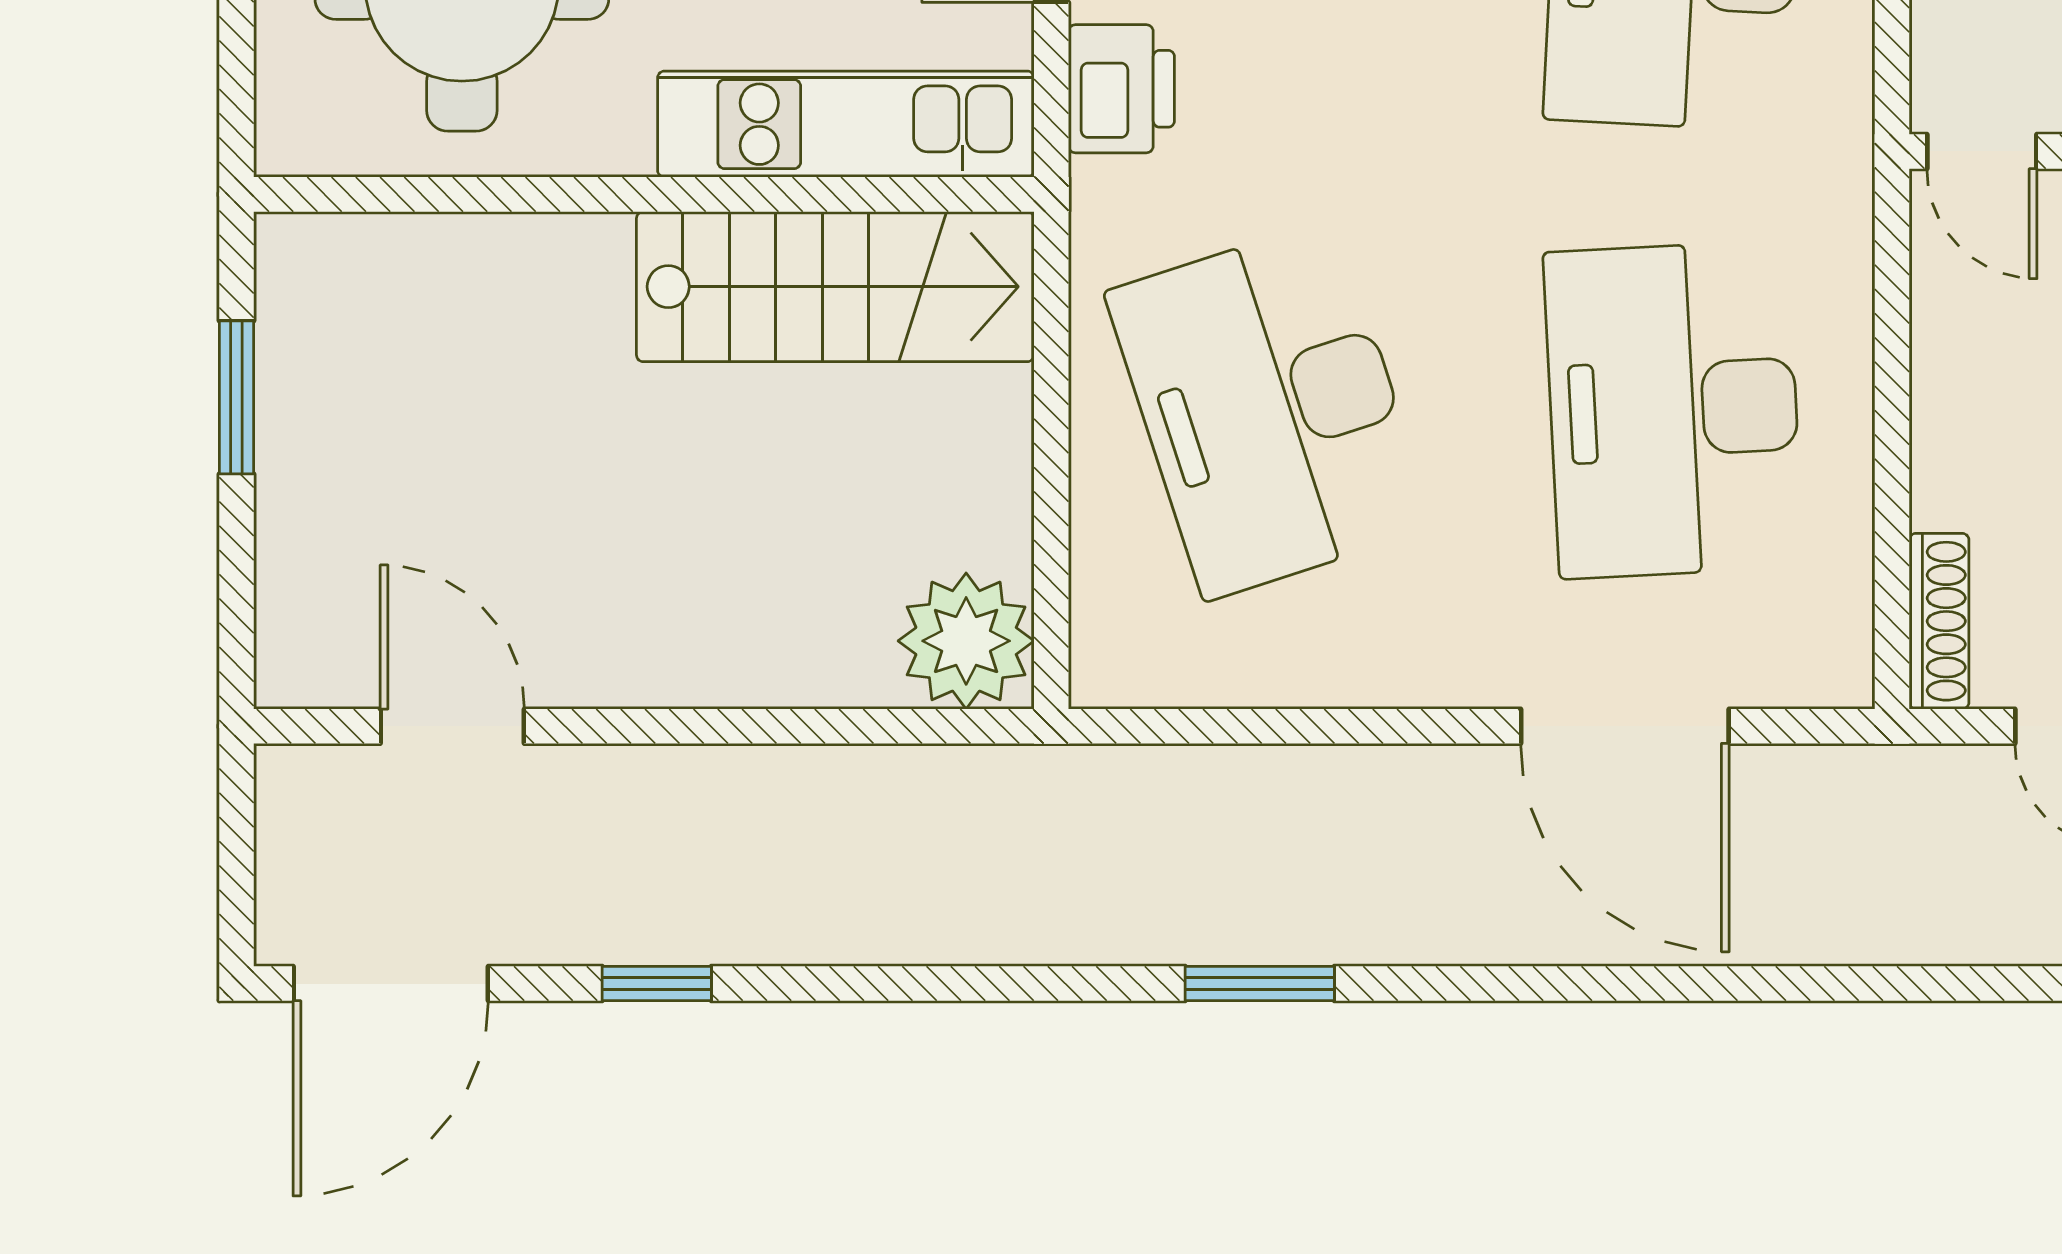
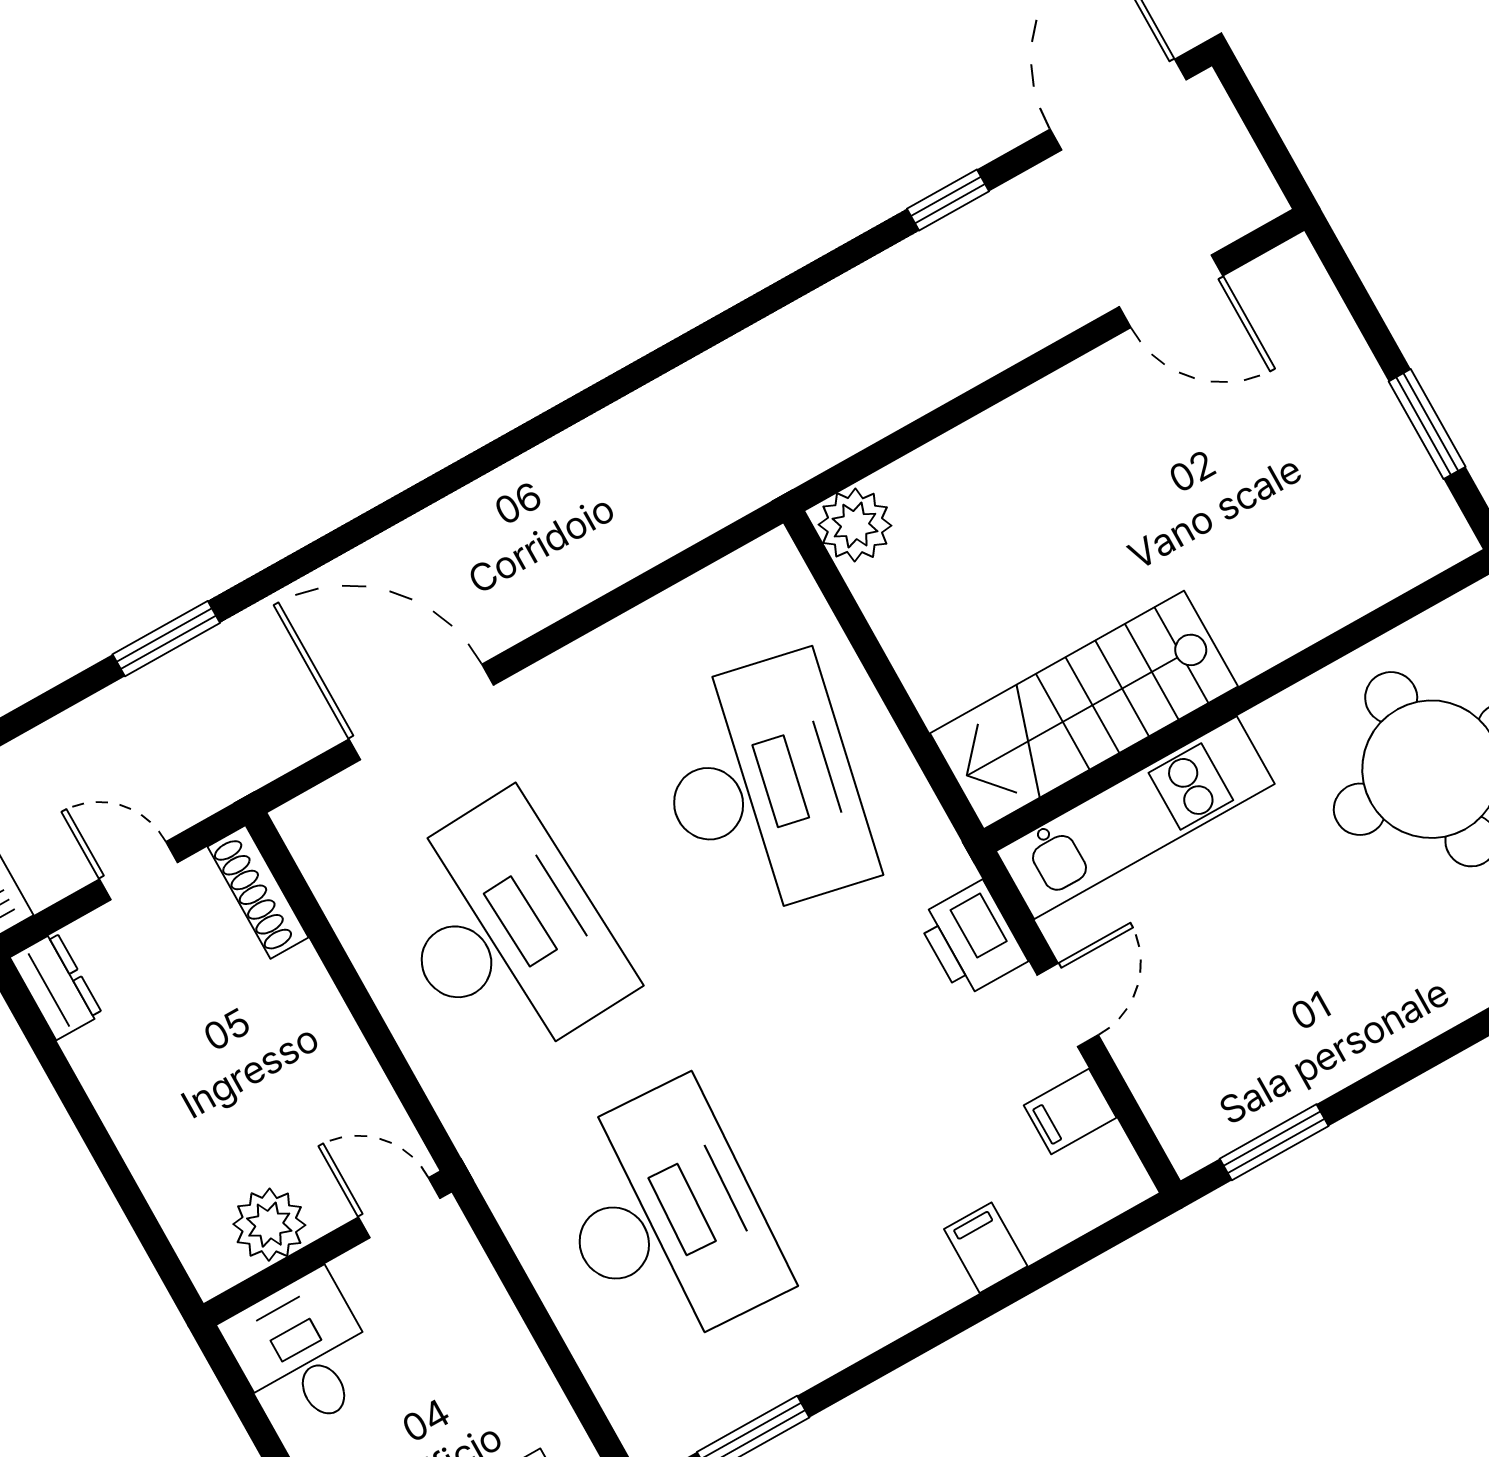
desk: (1270, 410) -> (762, 787), turned 30
plant: (966, 641) -> (855, 525), width x0.73, depth x0.73
window: (1260, 984) -> (166, 639), moved

